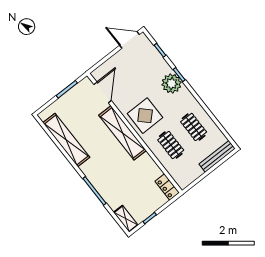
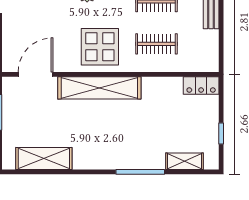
door: (103, 92) -> (36, 74), hinge flipped
shelving: (66, 140) -> (44, 158), width x0.68
shelving: (126, 219) -> (185, 161), moved

